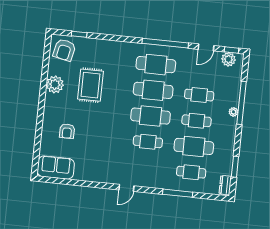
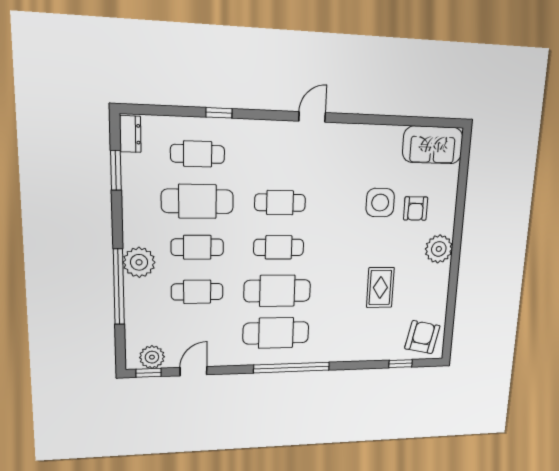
window: (165, 43) -> (292, 368), moved
plant: (55, 84) -> (439, 249), moved
rug: (90, 85) -> (380, 288), width x0.73, depth x0.70
plant: (233, 112) -> (139, 262), width x1.87, depth x1.87
cafe table: (151, 116) -> (279, 247), width x0.73, depth x0.74
armchair: (67, 131) -> (416, 209), turned 180
side table: (89, 137) -> (380, 203), added
window: (178, 193) -> (219, 113), width x0.46

